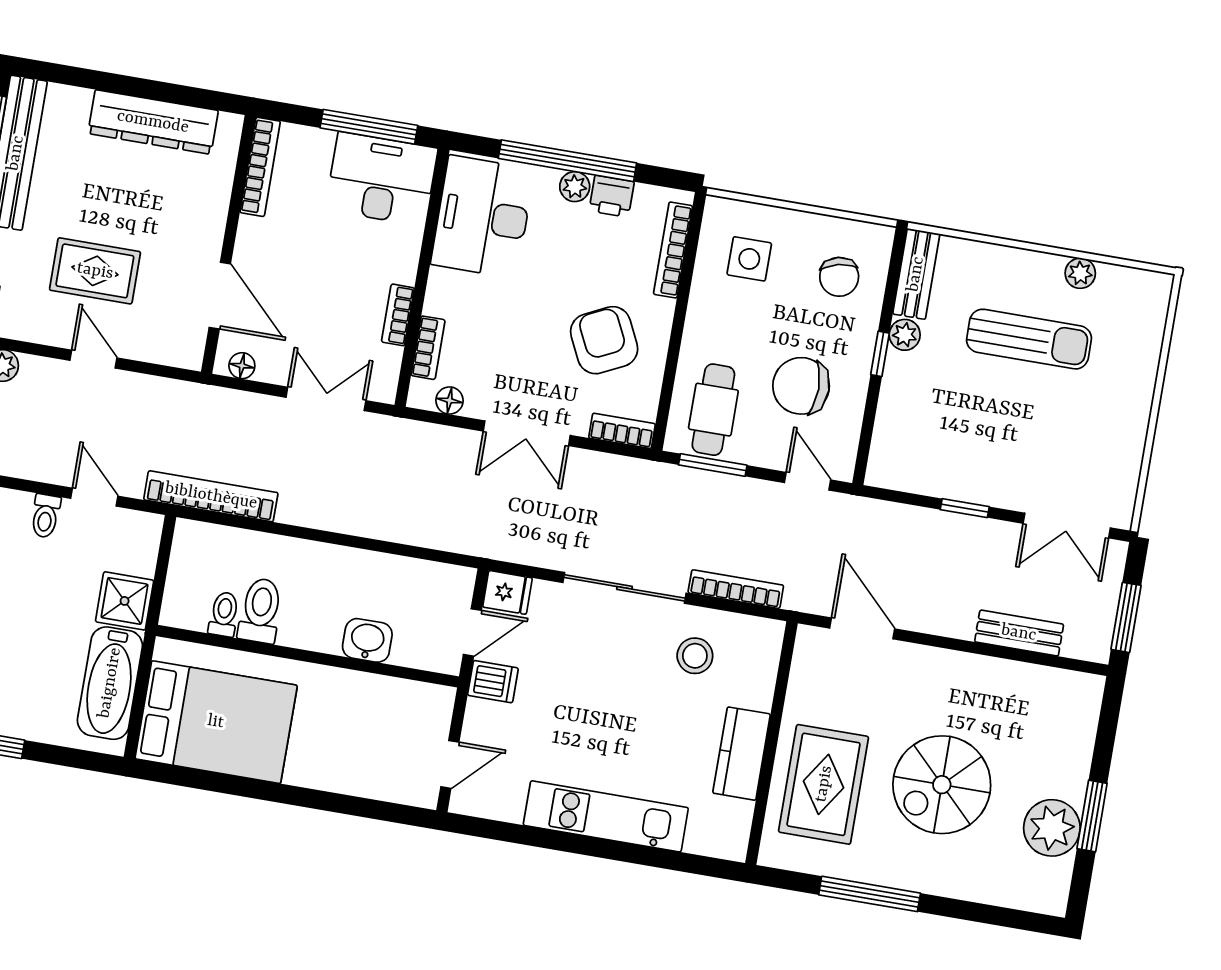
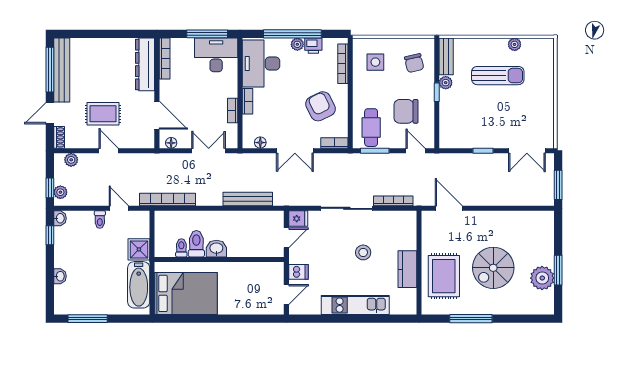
dresser: (153, 122) -> (145, 64), moved, turned 90
bookcase: (428, 348) -> (248, 101), moved
bench: (1019, 633) -> (248, 199), moved, width x1.36
washbasin: (367, 640) -> (216, 249), moved
stool: (695, 656) -> (363, 252), moved
dishwasher: (493, 682) -> (298, 272), moved

